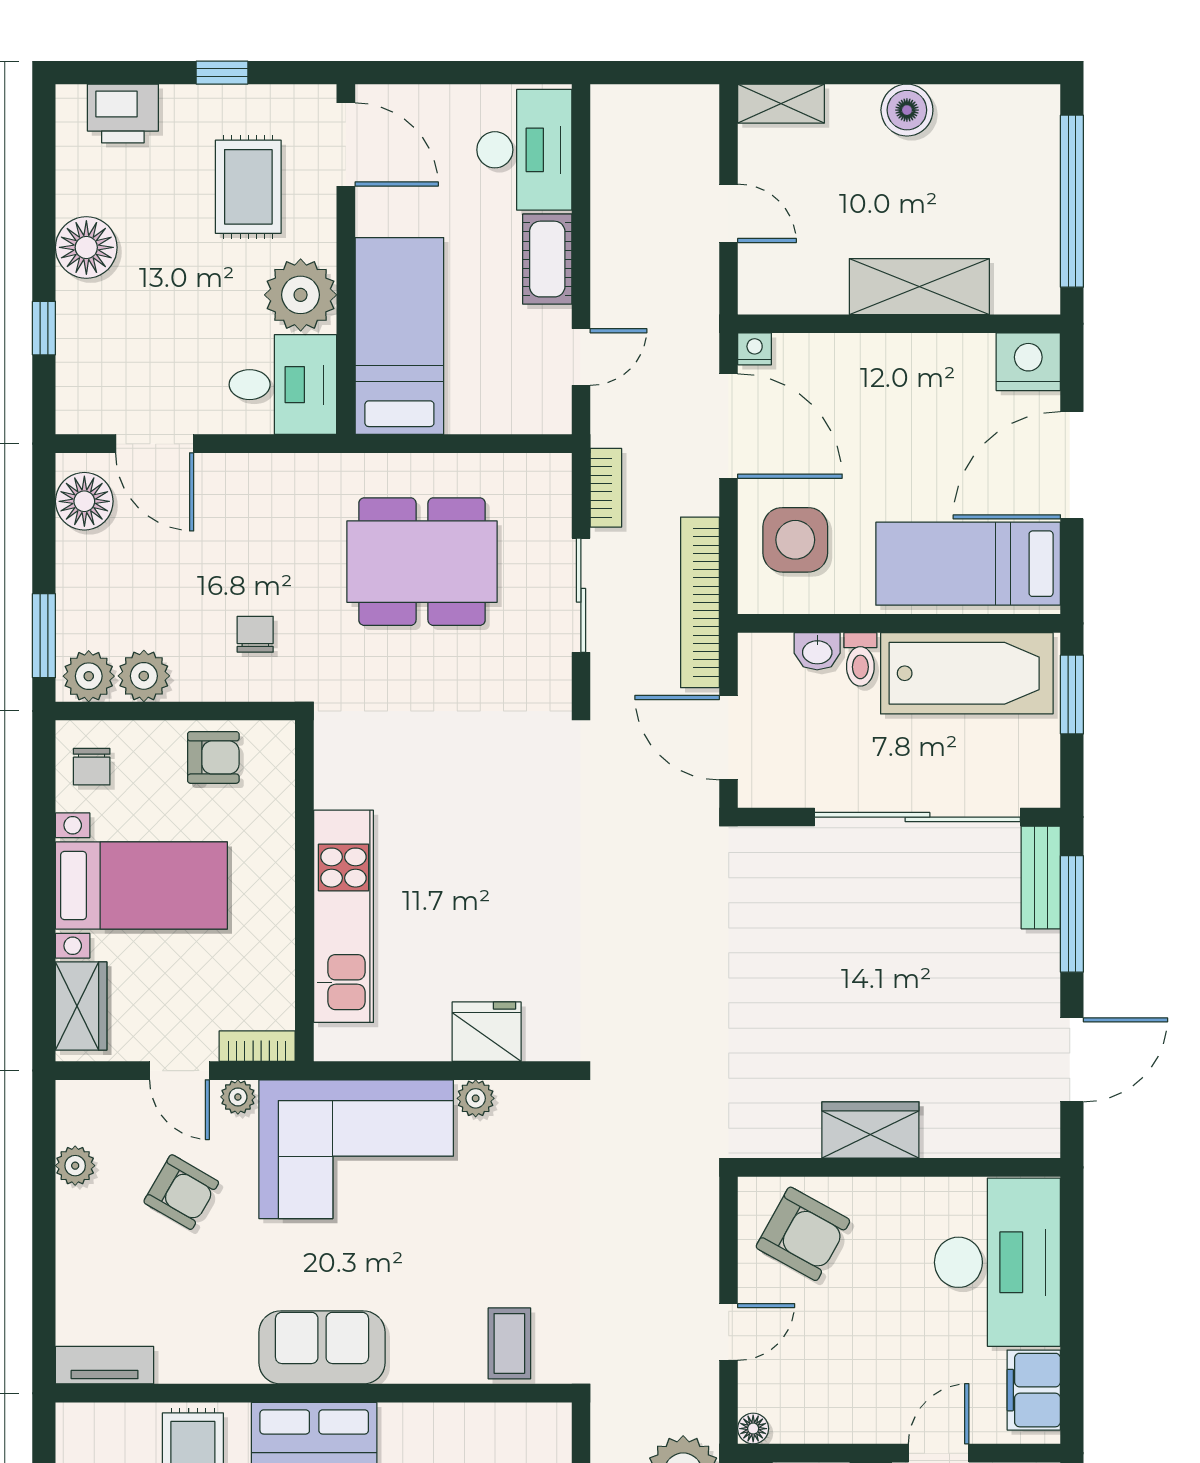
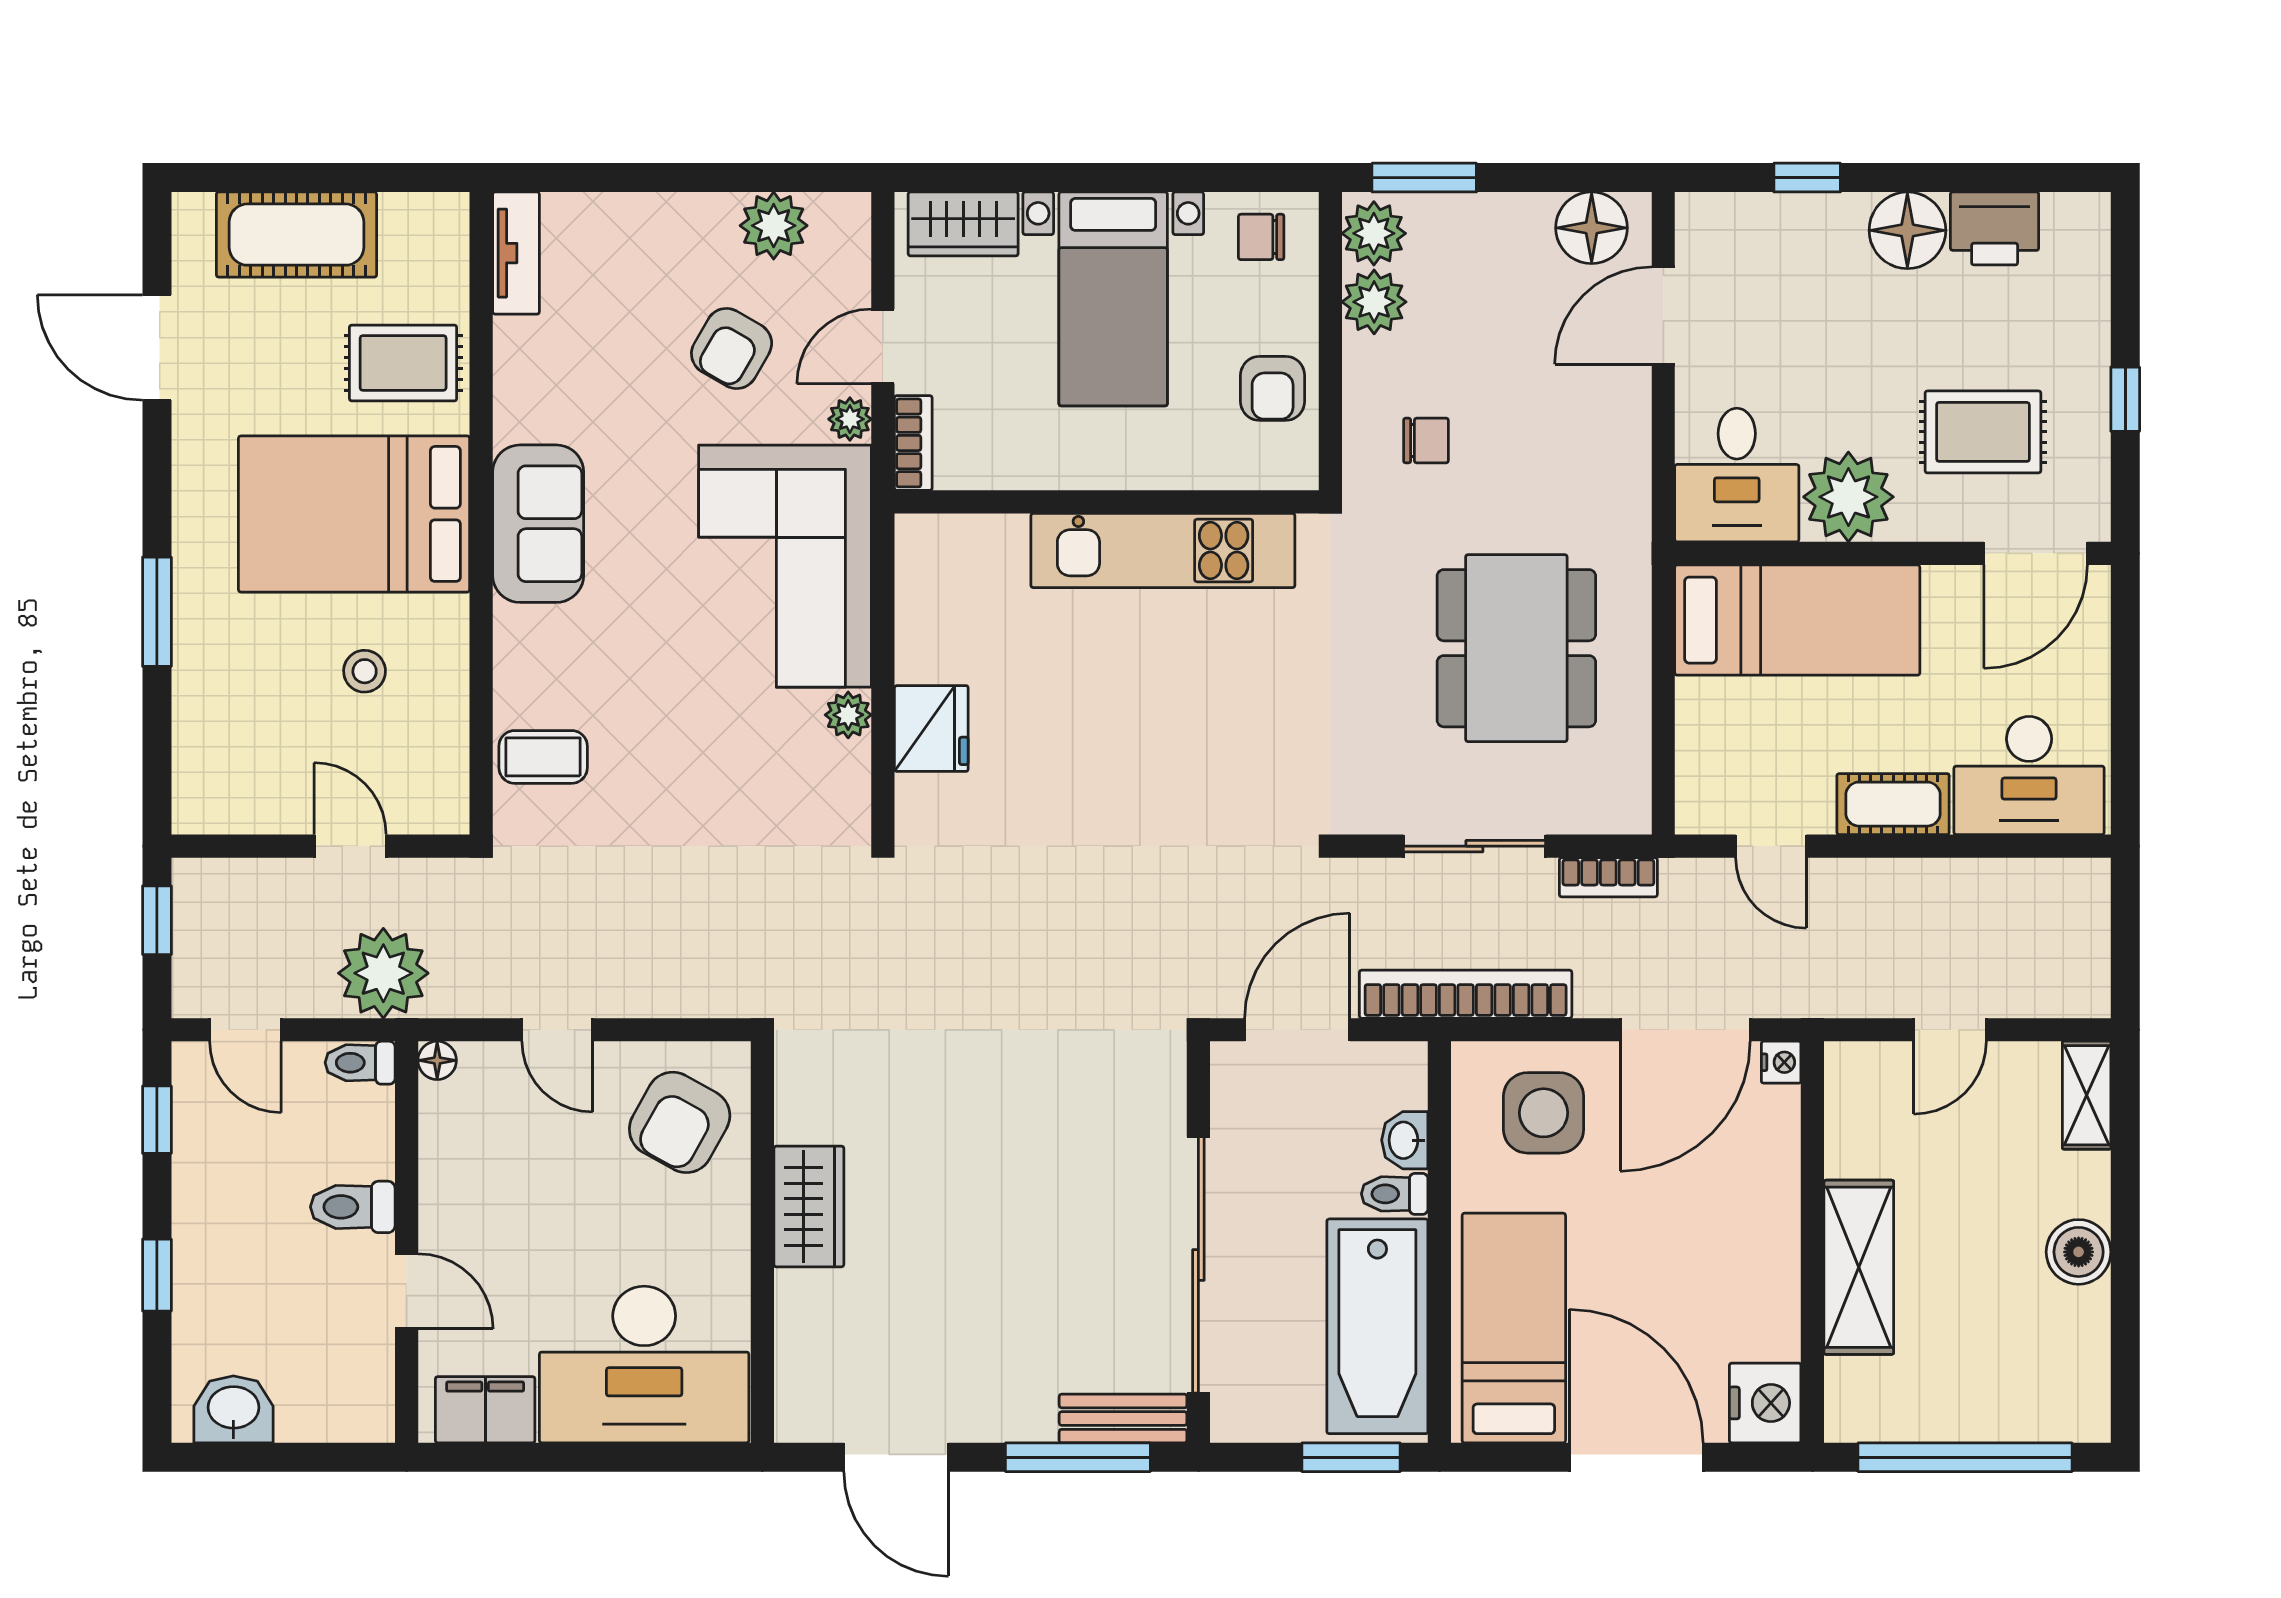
printer: (123, 113) -> (1995, 228), moved, turned -90
kitchen unit: (344, 916) -> (1163, 551), moved
plant: (75, 1166) -> (774, 226), width x1.38, depth x1.38

